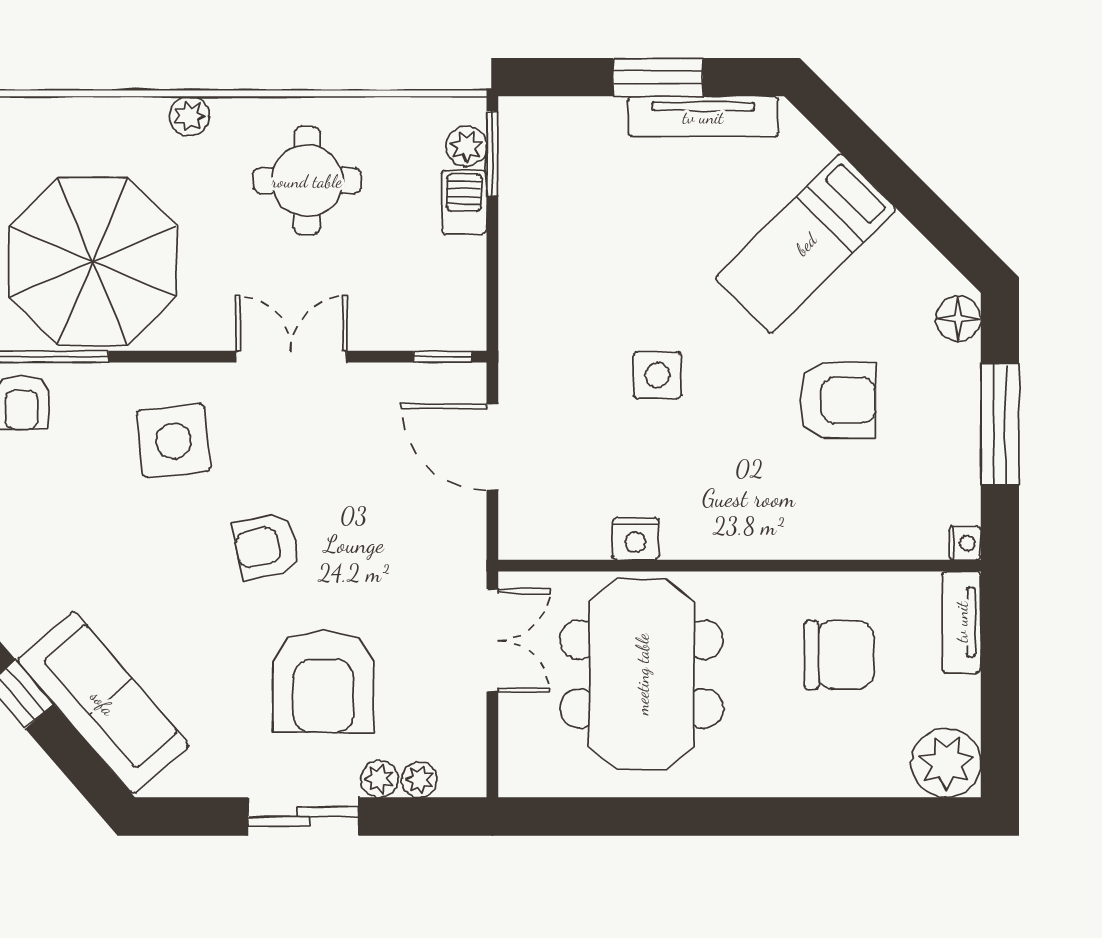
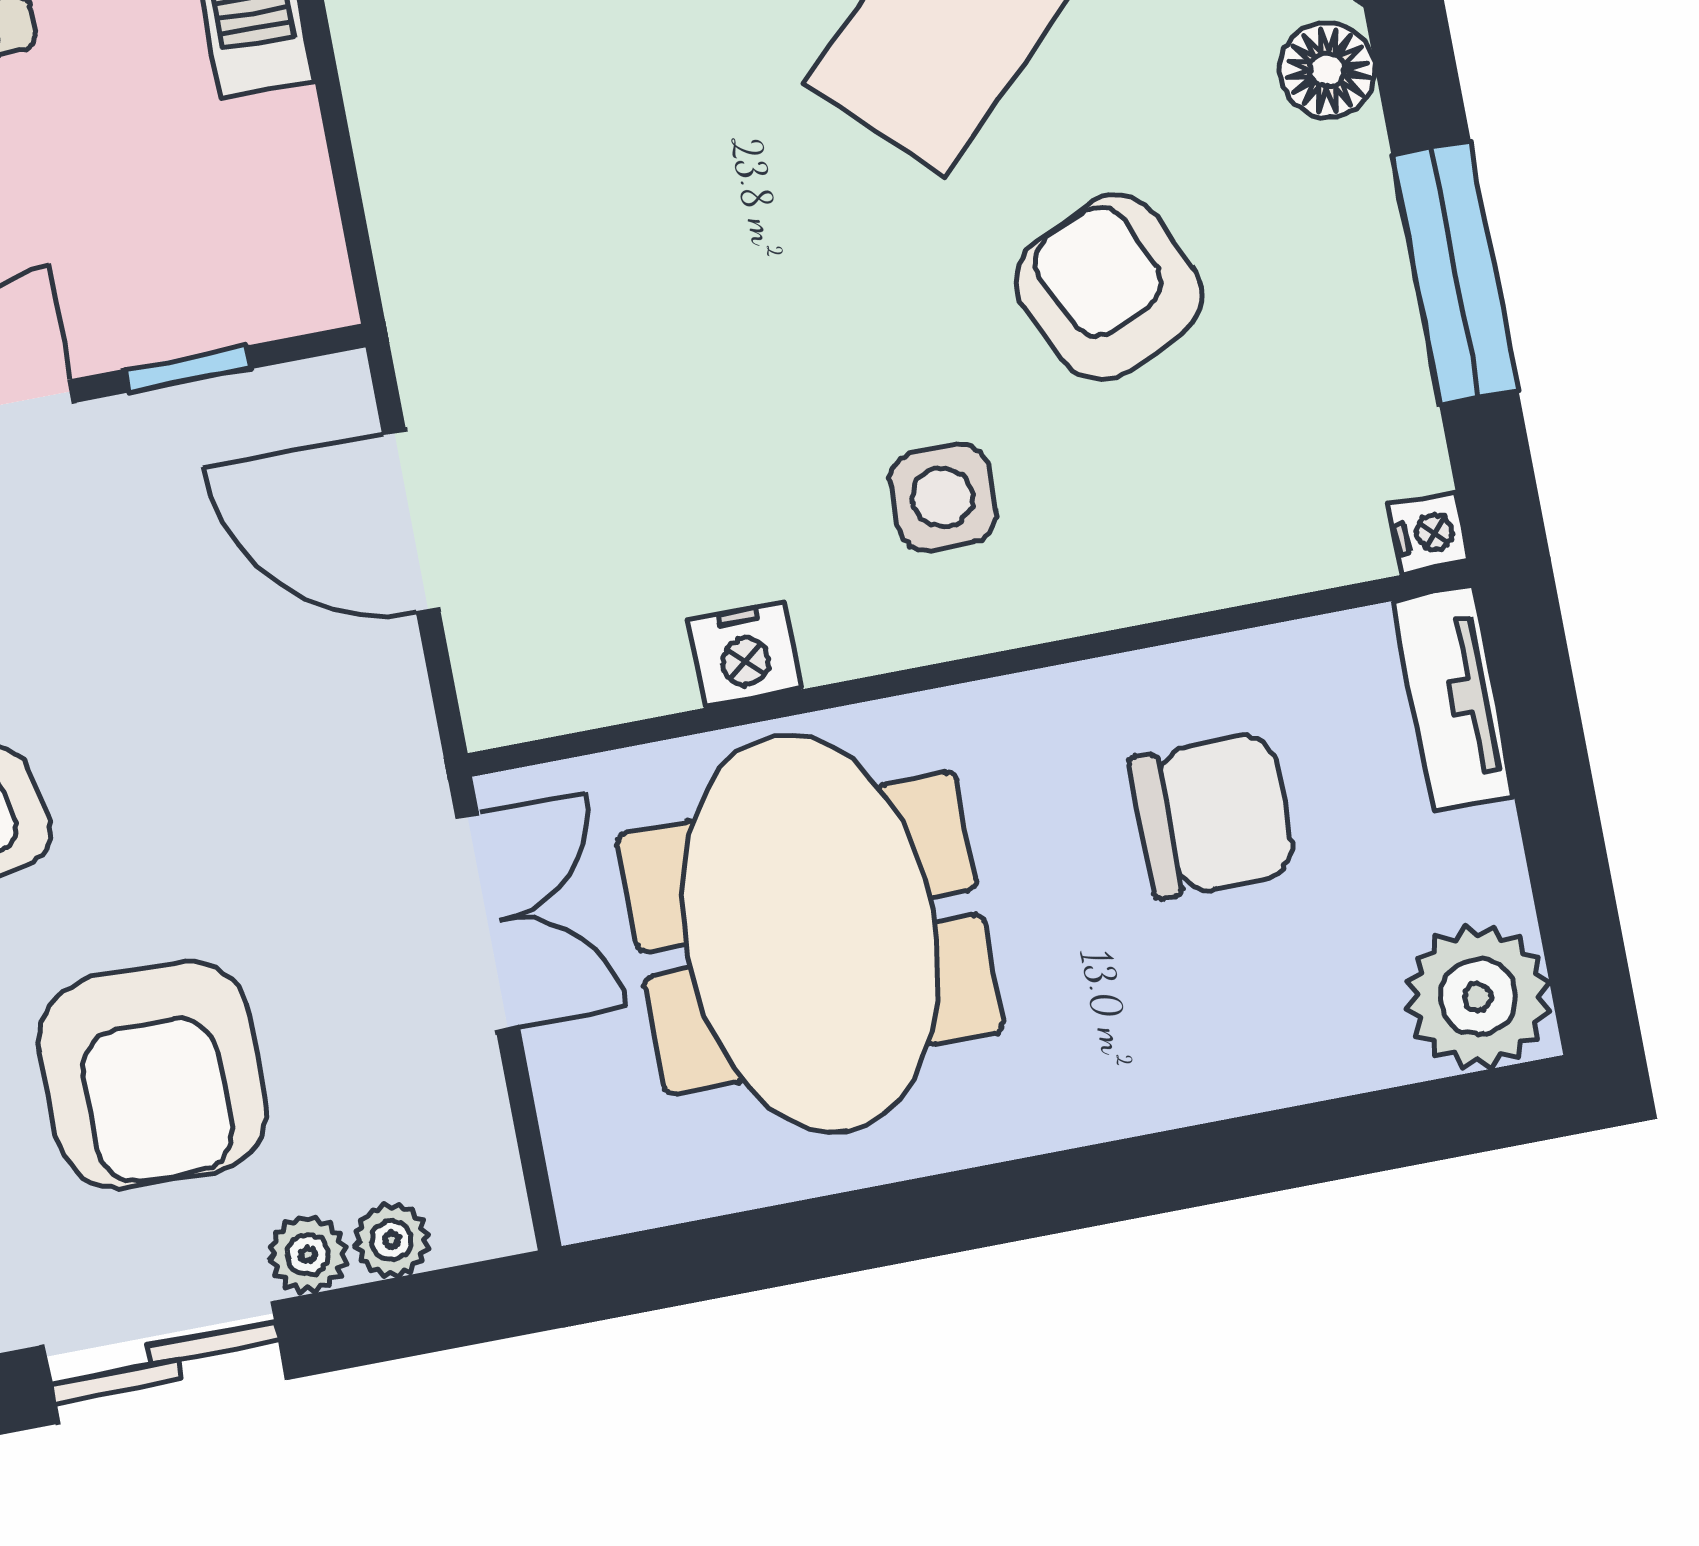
window: (443, 357) -> (188, 369), moved
side table: (657, 375) -> (943, 497), moved
armchair: (838, 400) -> (1109, 287), turned -115

